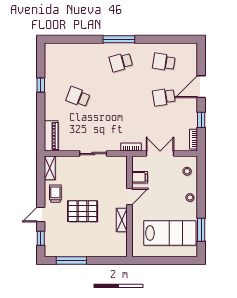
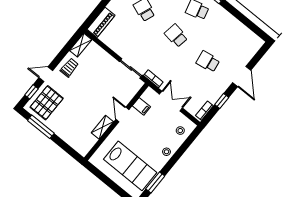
school desk: (164, 62) -> (176, 36), moved
door: (201, 87) -> (242, 76), swing flipped
sliding door: (93, 154) -> (131, 68), moved
door: (129, 197) -> (122, 114), swing flipped
pallet: (83, 211) -> (47, 103), moved, turned 90

